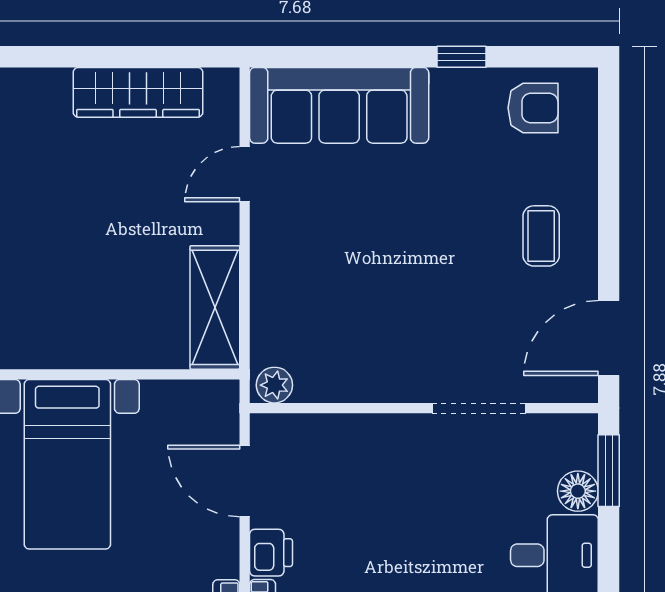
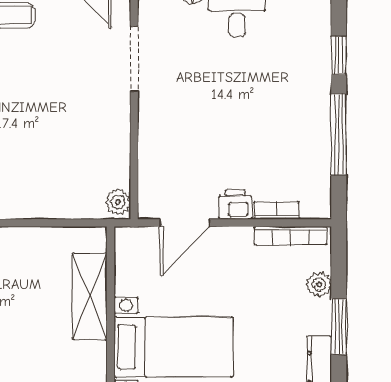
shelving: (215, 307) -> (90, 296), moved, turned 90

